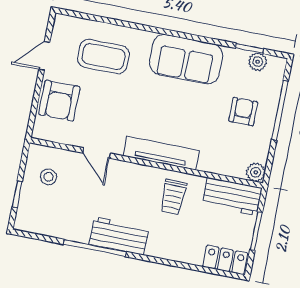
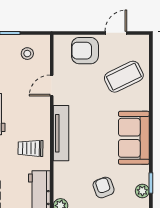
door: (44, 56) -> (116, 33), hinge flipped
coffee table: (103, 57) -> (124, 77), turned 64
armchair: (243, 111) -> (104, 187), turned -110

